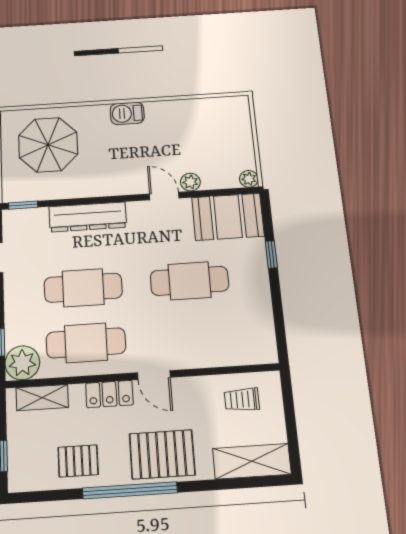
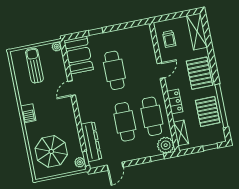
sun lounger: (217, 135) -> (34, 66), added
plant: (190, 182) -> (80, 162), moved
dresser: (88, 217) -> (91, 142), moved
door: (154, 375) -> (161, 71), moved
pallet: (78, 461) -> (208, 112), width x1.50, depth x1.42
window: (130, 490) -> (222, 106), moved

